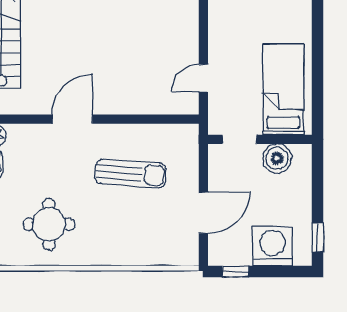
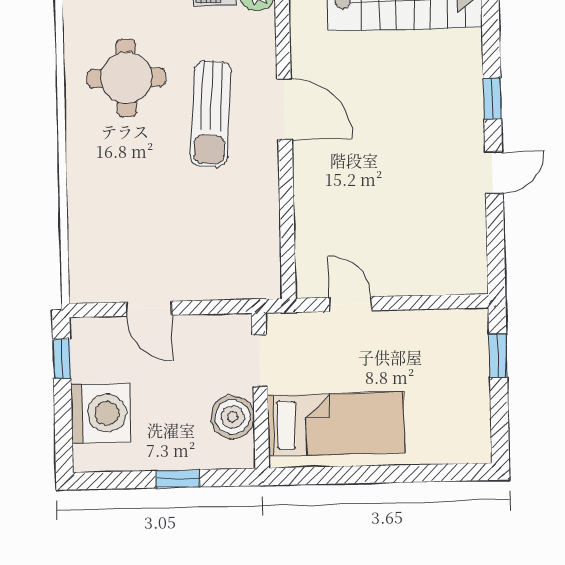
sun lounger: (131, 174) -> (211, 114), moved
door: (203, 213) -> (149, 309), width x0.73
window: (317, 238) -> (178, 479), moved

